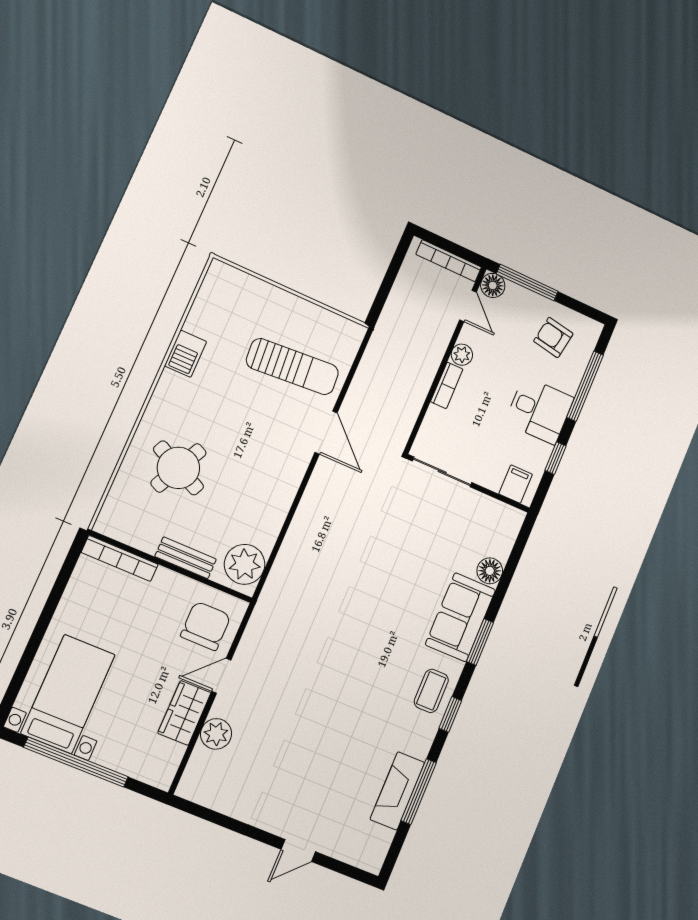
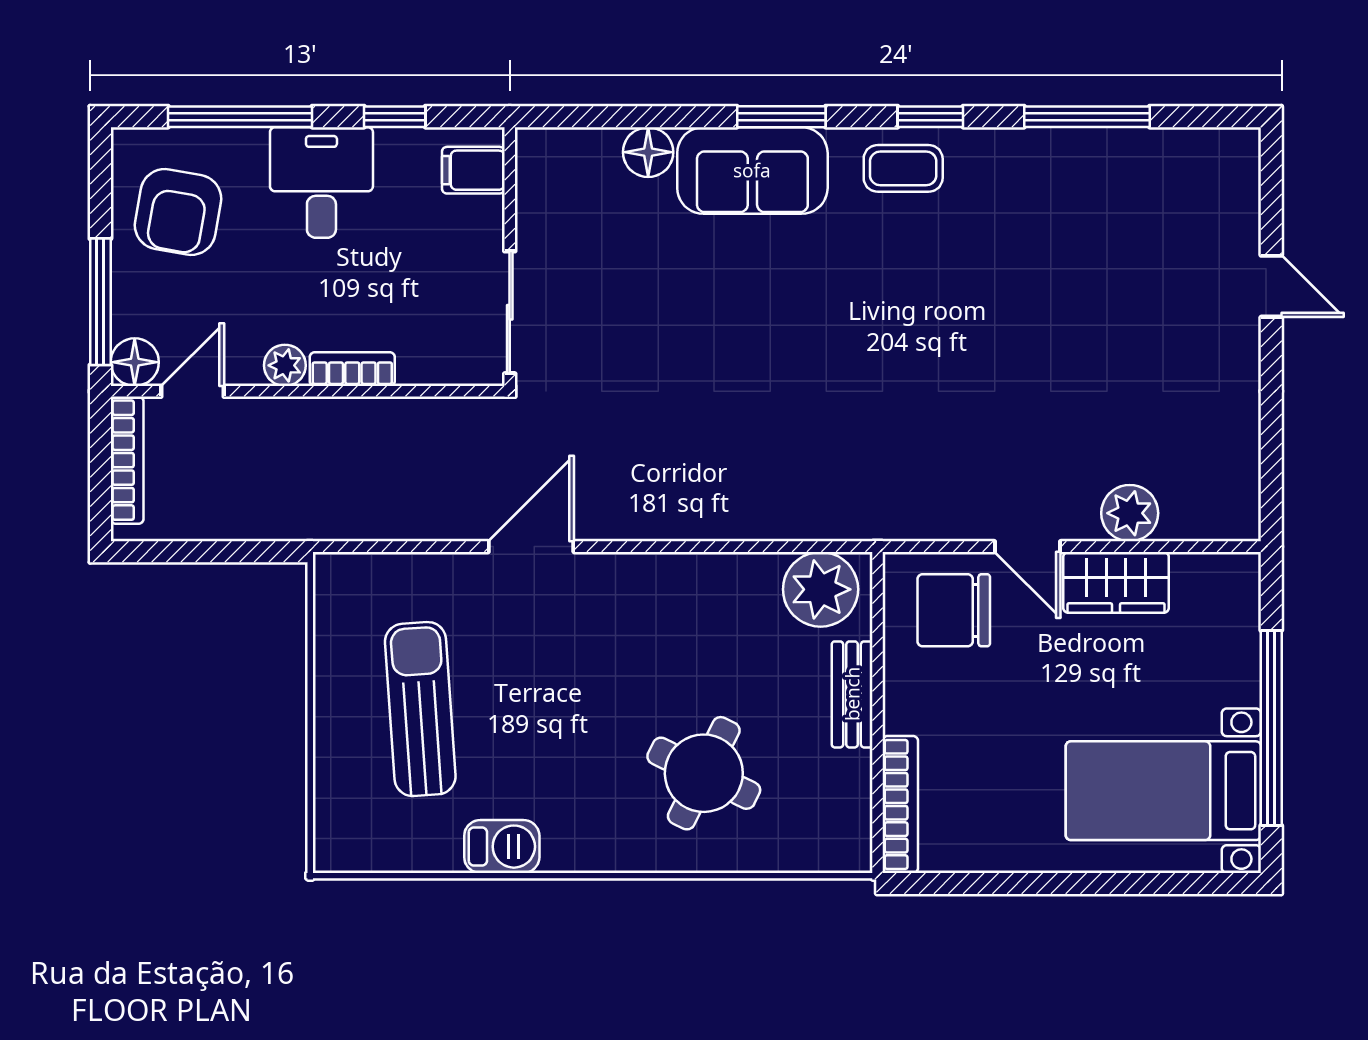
armchair: (553, 337) -> (178, 212), width x1.38, depth x1.38
sun lounger: (292, 367) -> (420, 709), moved
fireplace: (397, 791) -> (1101, 155), removed

